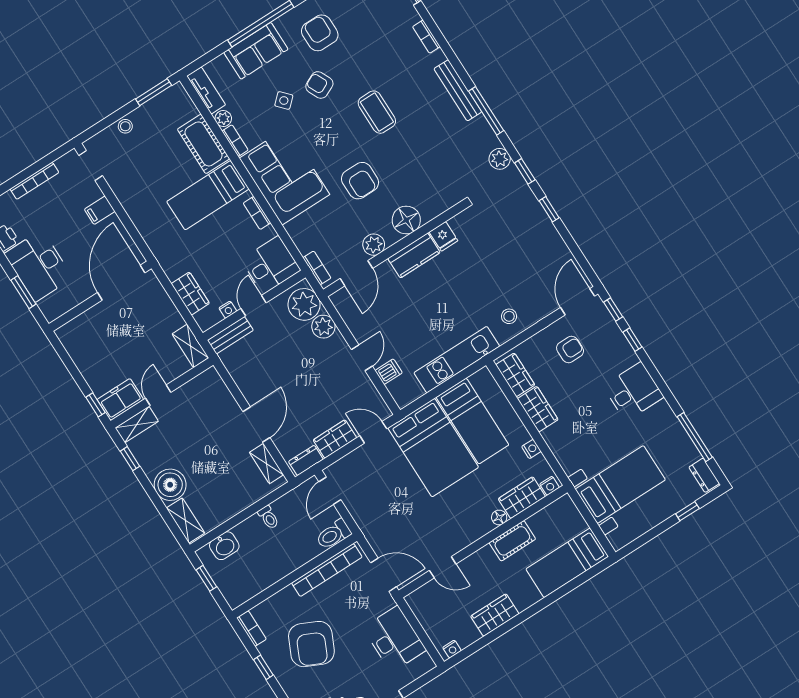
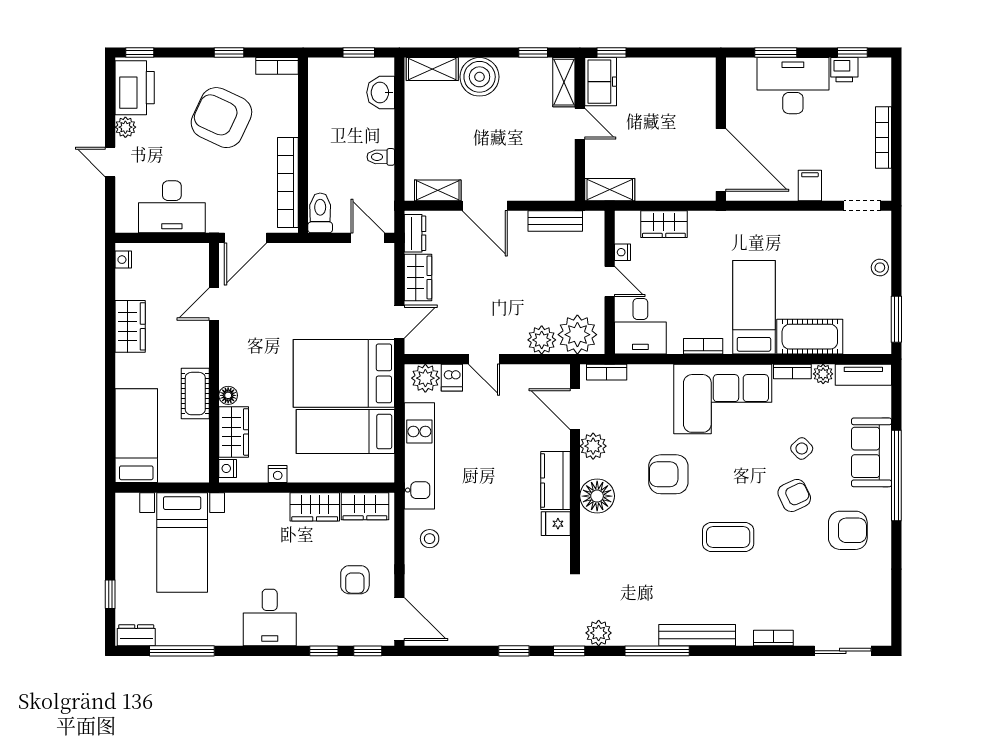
bench: (230, 335) -> (555, 221), moved, turned 90
plant: (401, 390) -> (425, 378), added

